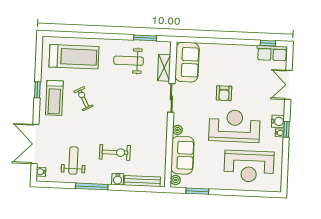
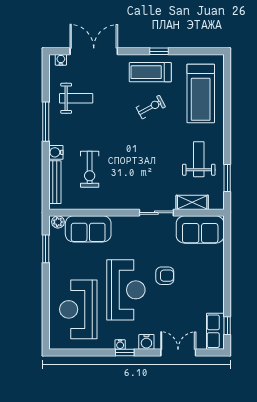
armchair: (224, 93) -> (165, 276), turned 180
water cooler: (278, 121) -> (146, 342), moved
plant: (178, 130) -> (118, 222), removed
exercise bike: (115, 152) -> (90, 169), moved

